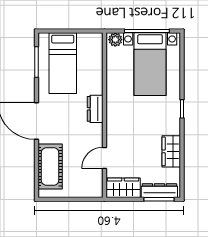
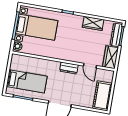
dresser: (95, 109) -> (69, 68), moved
cot: (50, 167) -> (103, 96), moved, turned 90

